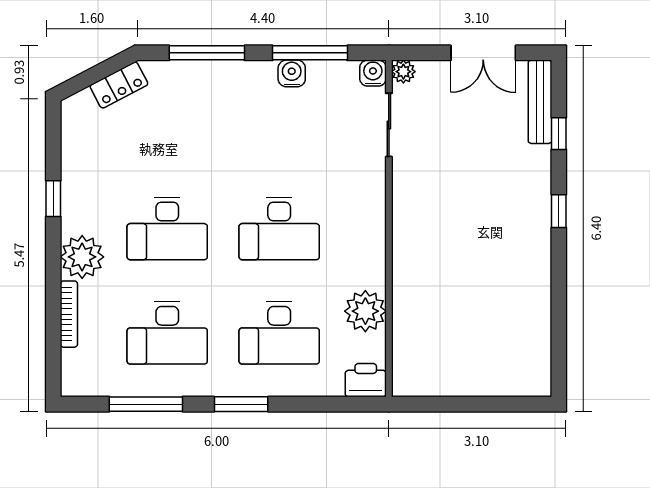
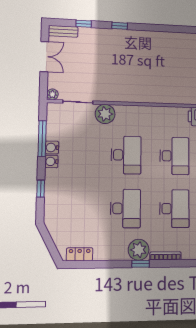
window: (207, 53) -> (41, 189), width x0.46
water cooler: (373, 73) -> (51, 161), moved
locker: (119, 85) -> (80, 254), moved, turned -62
bench: (540, 102) -> (63, 31), width x0.73
window: (53, 199) -> (141, 264), moved
plant: (365, 311) -> (105, 114), moved

